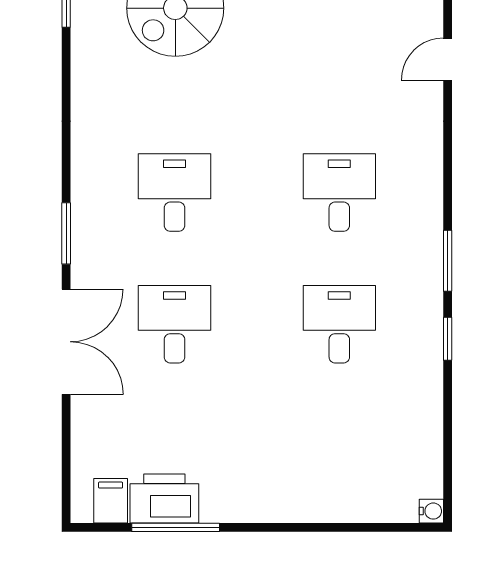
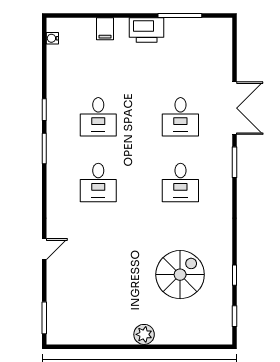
double door: (66, 342) -> (234, 108), swing flipped
printer: (164, 498) -> (147, 30), moved
filing cabinet: (111, 501) -> (105, 29), moved
water cooler: (431, 511) -> (52, 38), moved

